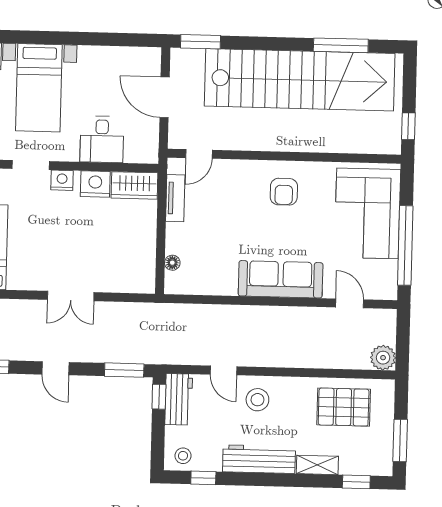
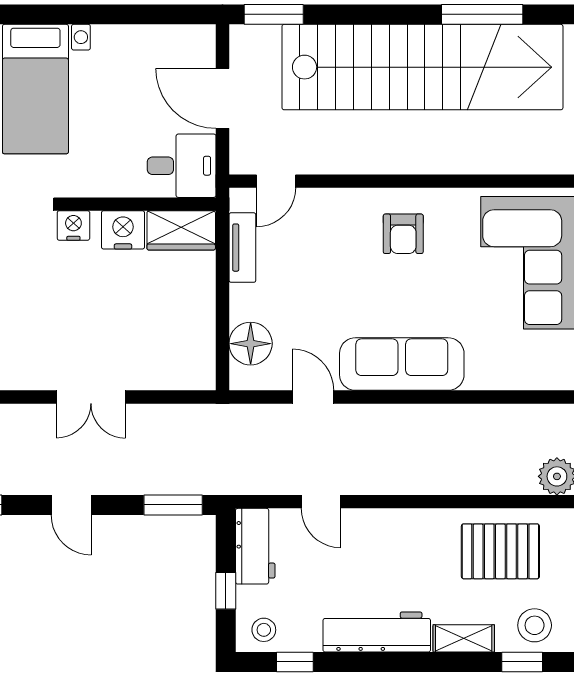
desk: (102, 139) -> (182, 166), moved, turned -90
floor lamp: (172, 263) -> (251, 344), width x1.89, depth x1.89
door: (350, 303) -> (313, 397), moved
window: (159, 397) -> (226, 591), moved
stool: (257, 400) -> (535, 625), moved

